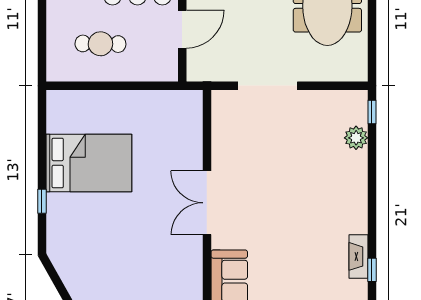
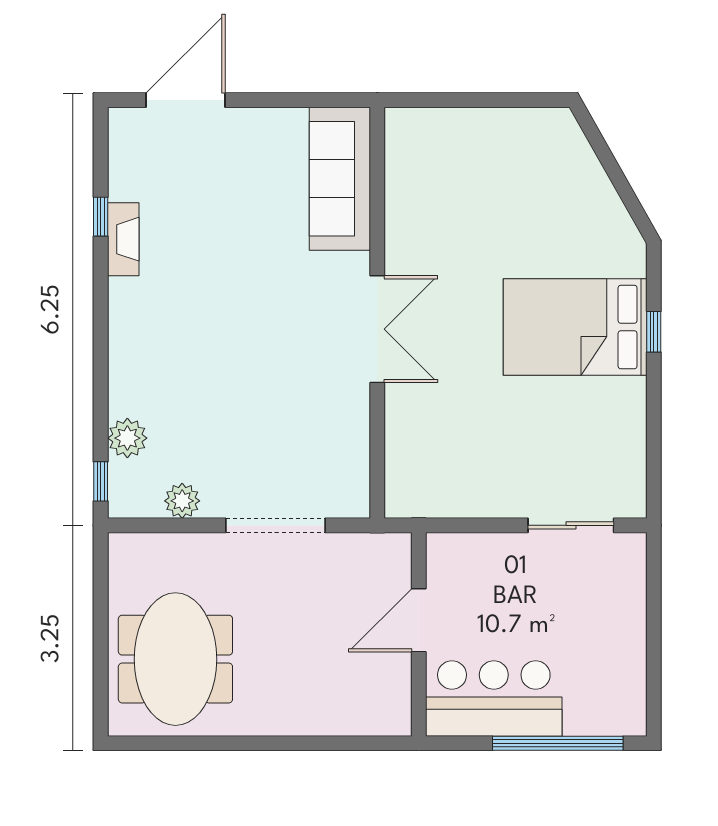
cafe table: (100, 44) -> (556, 596), removed
sliding door: (91, 86) -> (571, 525), added
plant: (323, 100) -> (182, 501), added
bed: (89, 163) -> (575, 327), moved

